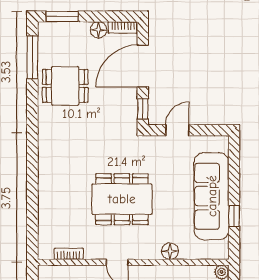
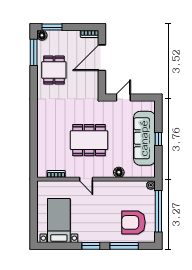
floor lamp: (99, 30) -> (42, 35), moved
dining table: (65, 86) -> (54, 70), turned 90
window: (143, 109) -> (102, 84), removed
window: (234, 216) -> (158, 139), moved

